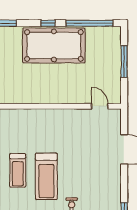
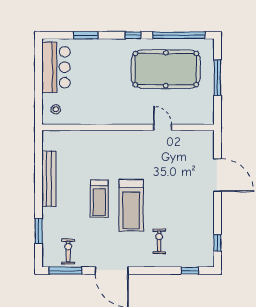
pool table: (54, 45) -> (166, 69), moved
door: (100, 106) -> (162, 127), moved

